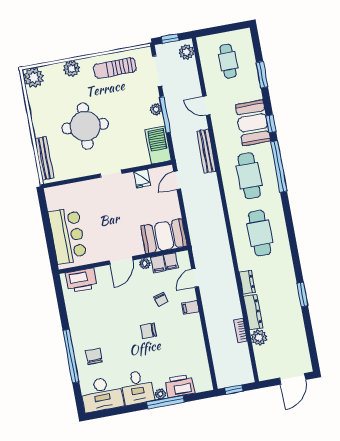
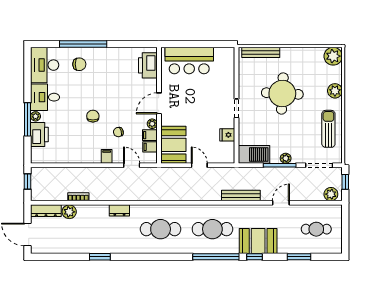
door: (177, 180) -> (199, 165), moved
door: (121, 260) -> (159, 103), hinge flipped
dresser: (253, 312) -> (46, 211), moved

